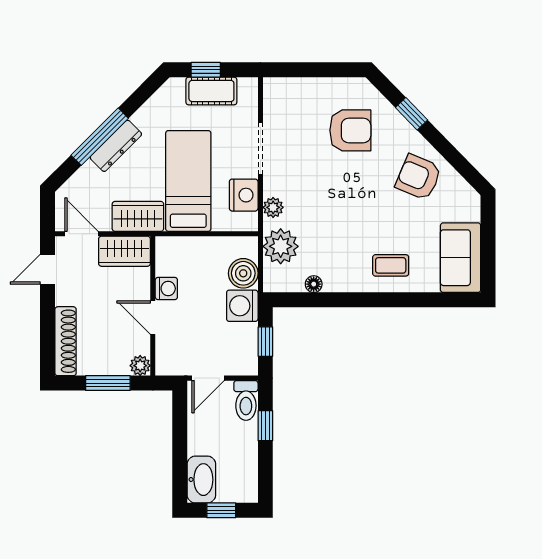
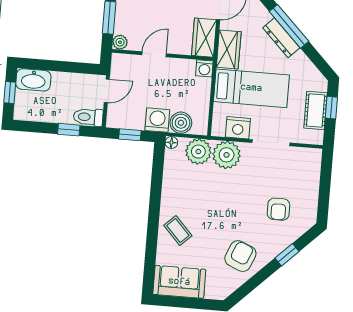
armchair: (350, 130) -> (278, 209), width x0.72, depth x0.72
plant: (273, 207) -> (227, 155), width x1.87, depth x1.87
coffee table: (391, 265) -> (178, 230), turned -43
floor lamp: (314, 284) -> (171, 143), moved
washing machine: (166, 289) -> (204, 68), moved
door: (208, 378) -> (107, 91), swing flipped

